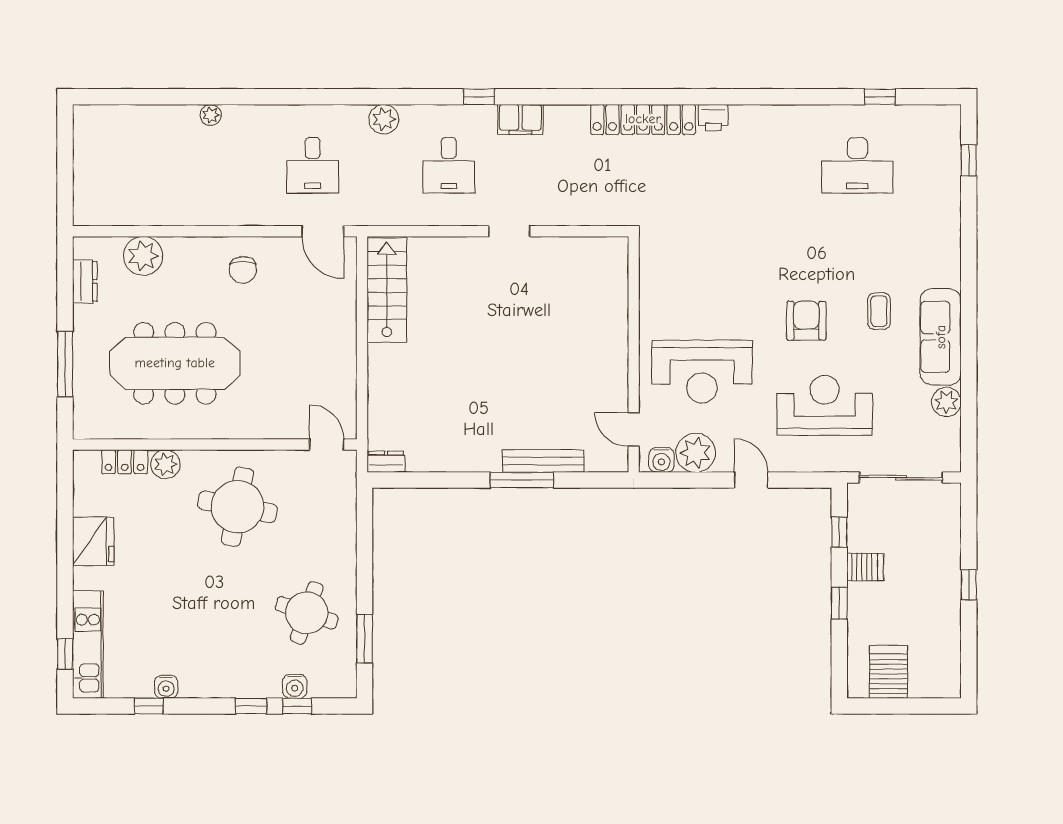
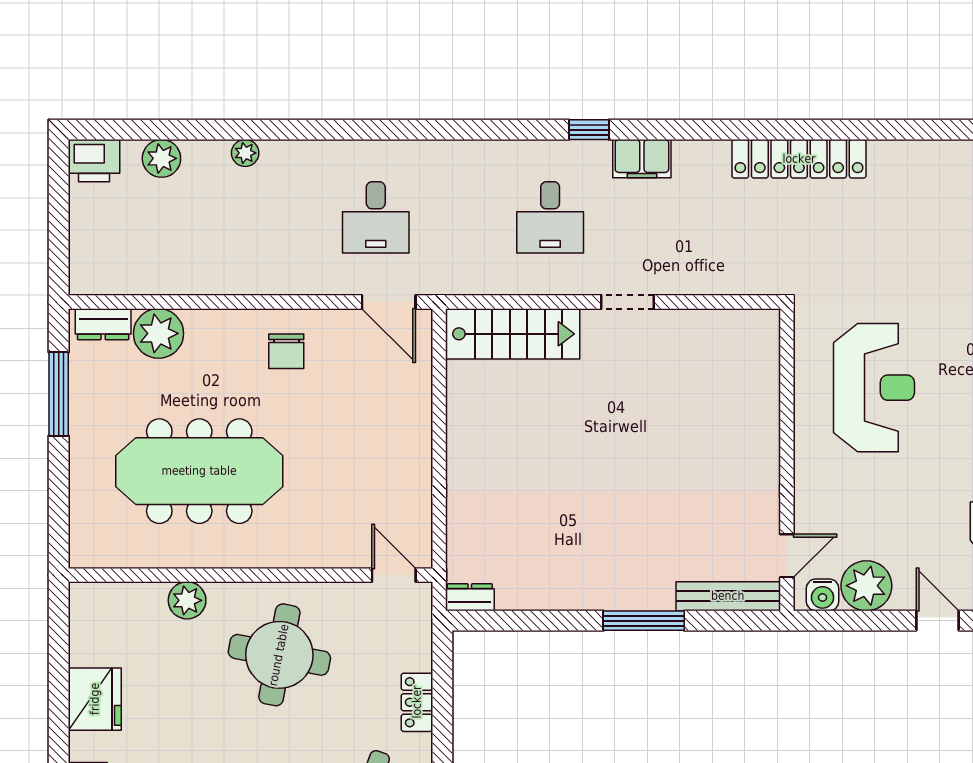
printer: (713, 118) -> (94, 161), moved, width x1.36, depth x1.24
plant: (384, 119) -> (161, 158), moved
dresser: (85, 281) -> (103, 324), moved, turned 90
stairs: (387, 290) -> (513, 334), moved, turned 90
window: (65, 364) -> (59, 394), moved
reception desk: (702, 372) -> (874, 388), moved, turned -90
door: (634, 429) -> (787, 556), swing flipped
bench: (543, 461) -> (728, 596), moved
locker: (125, 462) -> (417, 702), moved, turned 90

